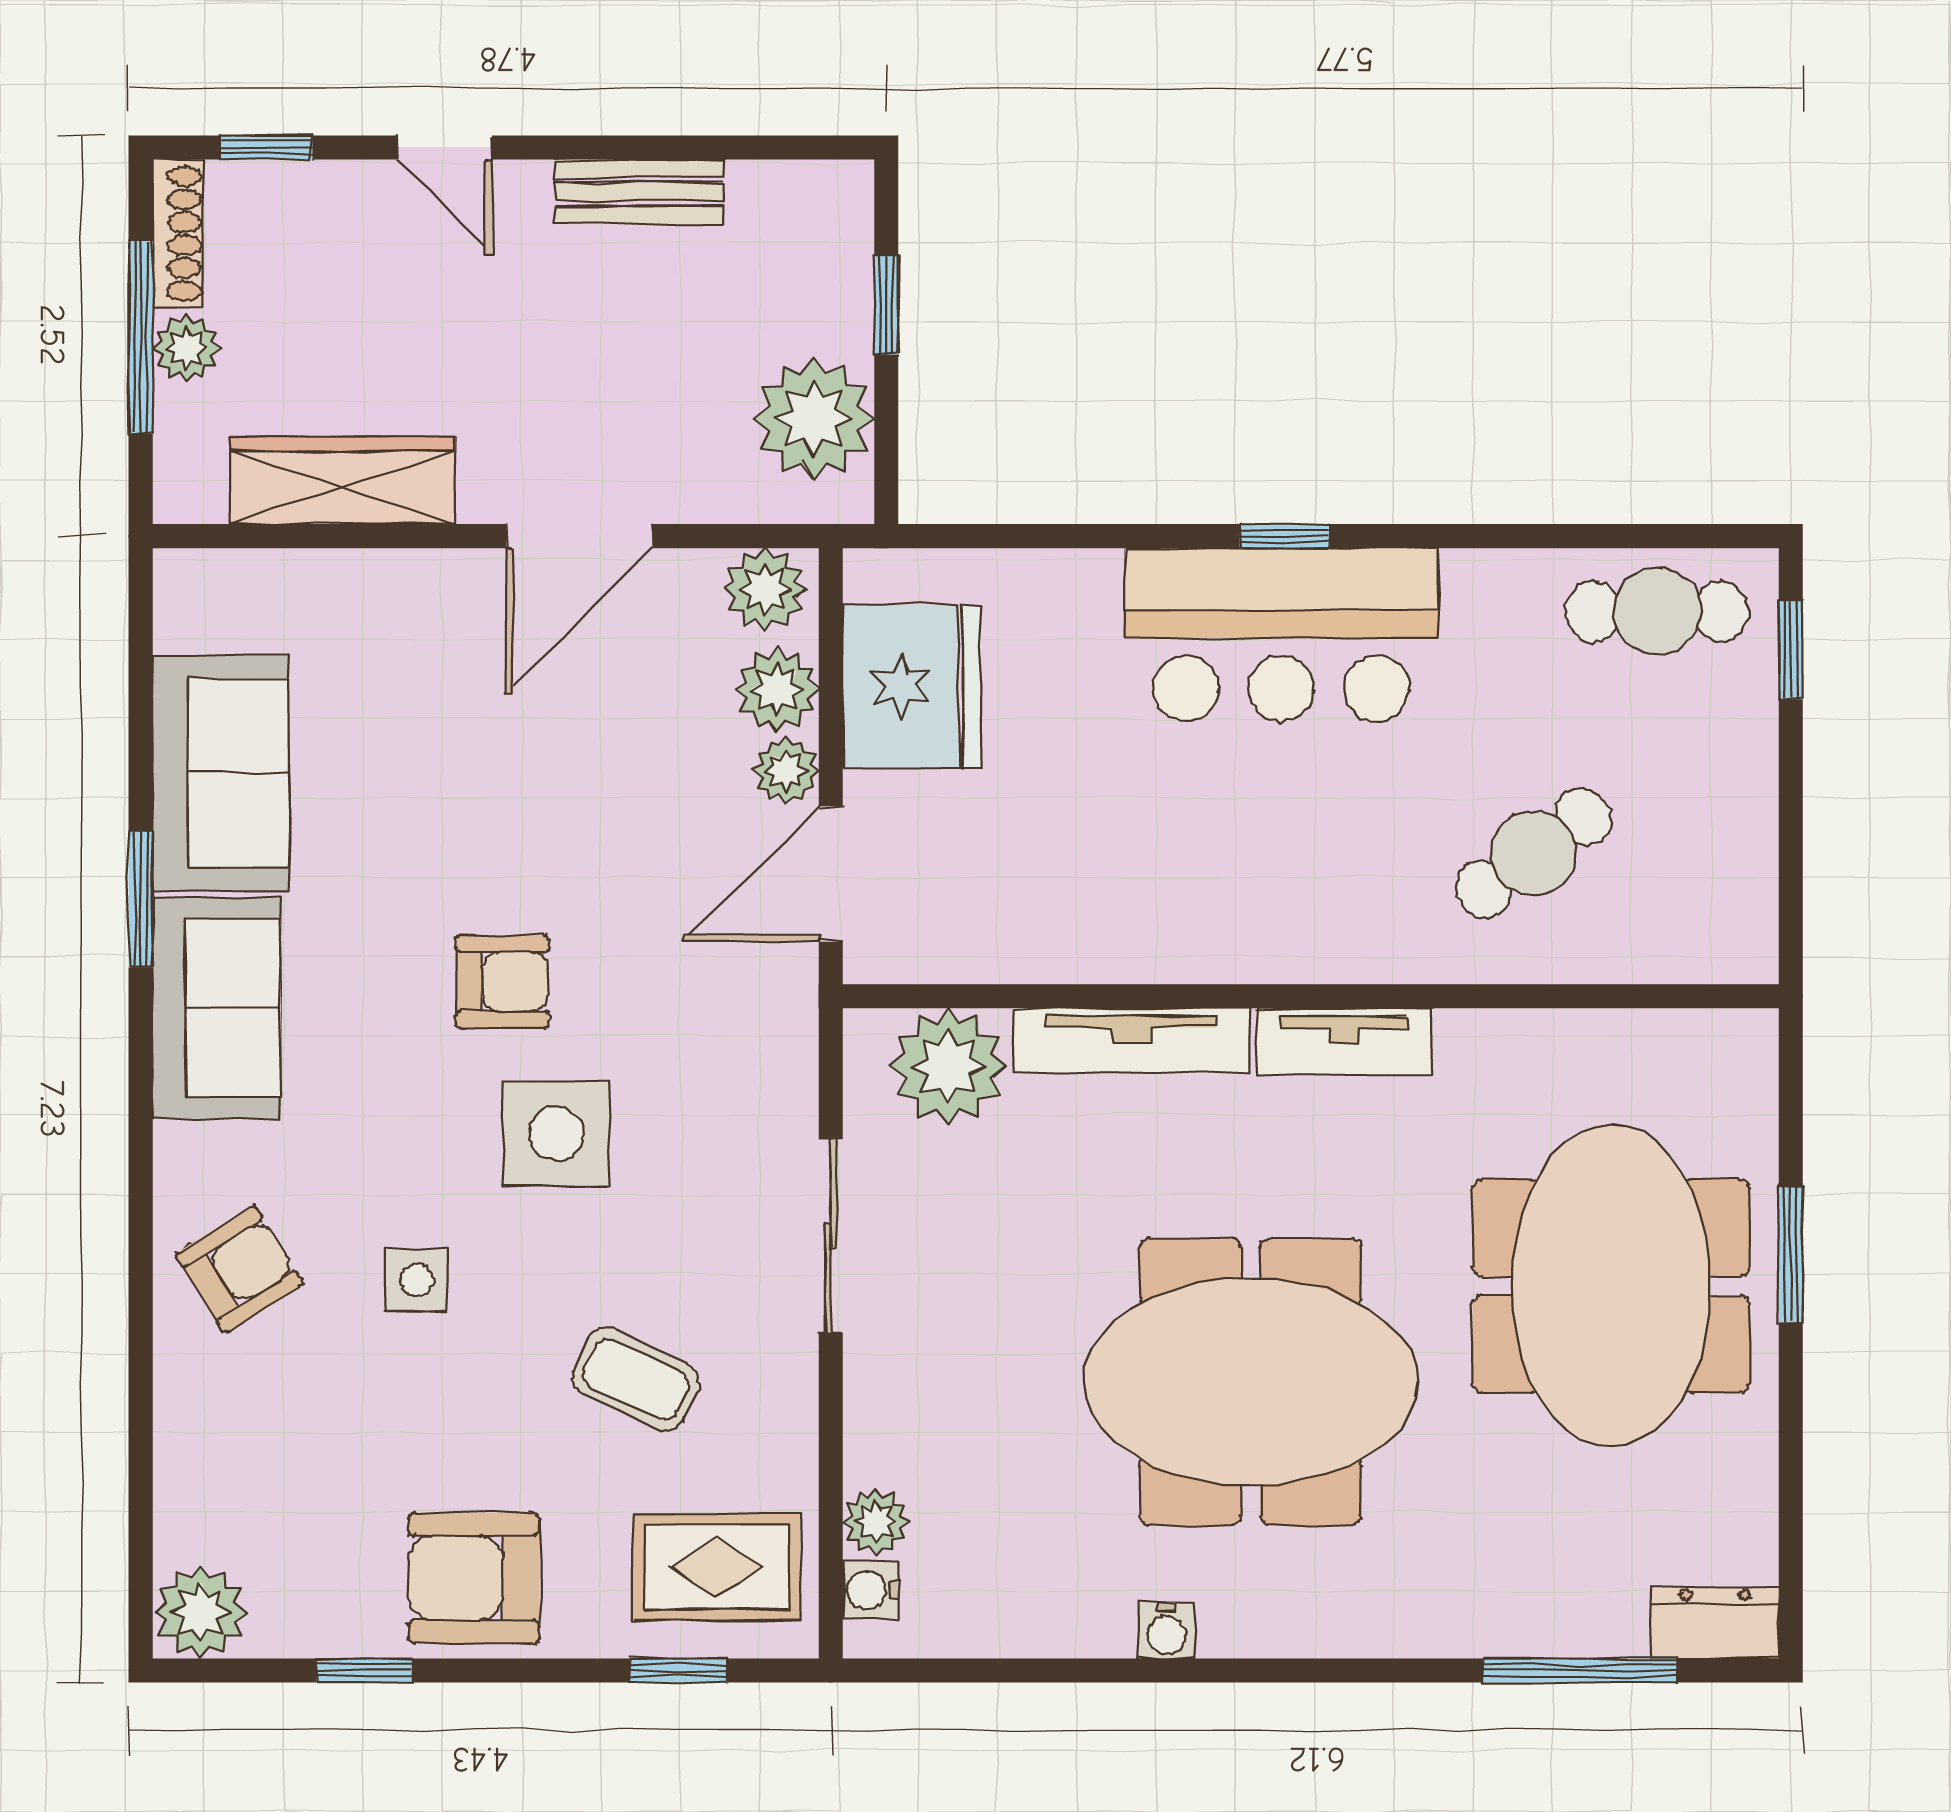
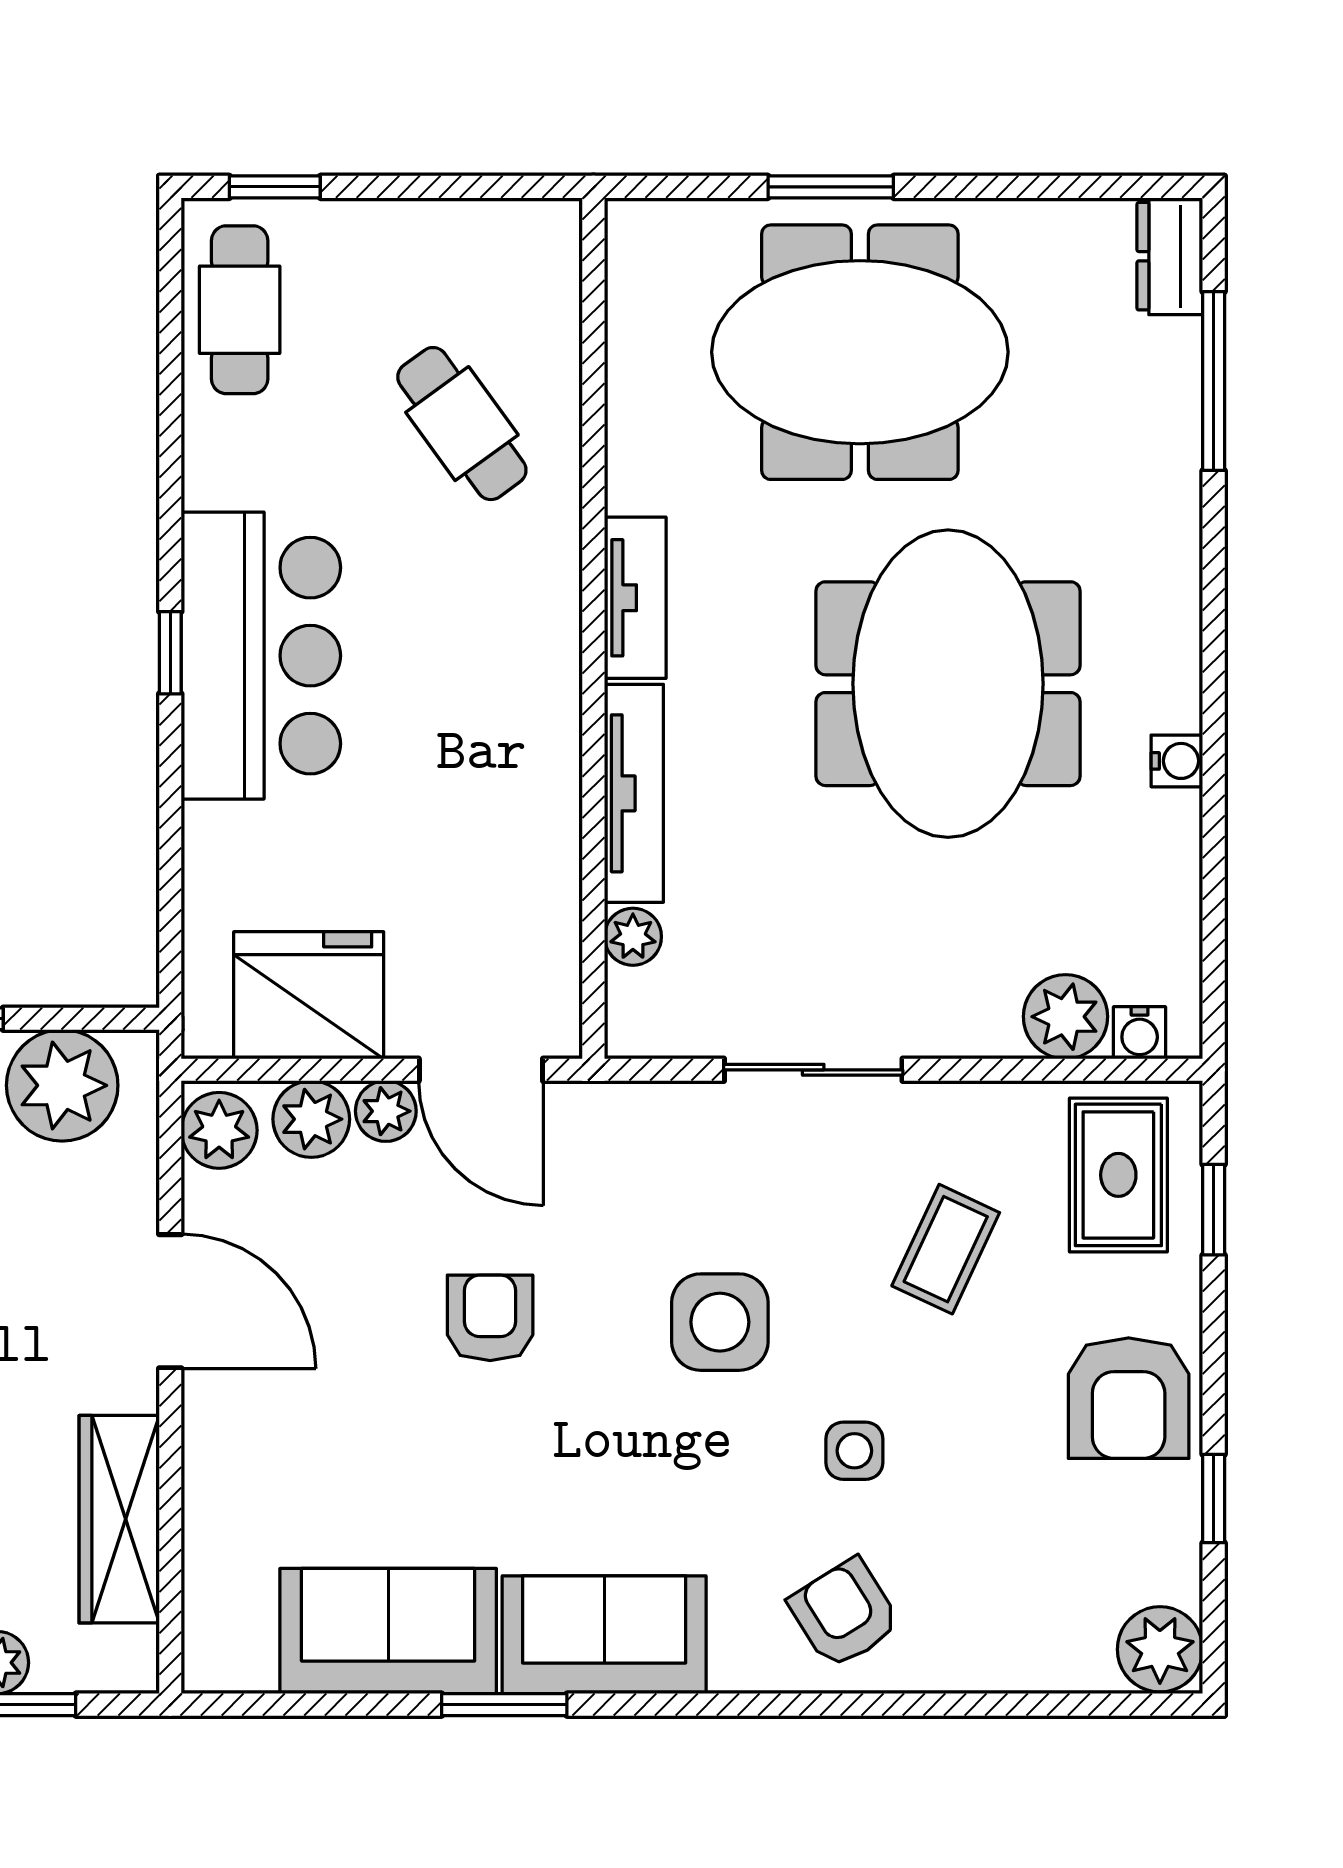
armchair: (502, 982) -> (490, 1318), moved
plant: (948, 1066) -> (633, 937), width x0.53, depth x0.53
plant: (876, 1522) -> (1066, 1017), width x1.38, depth x1.38

